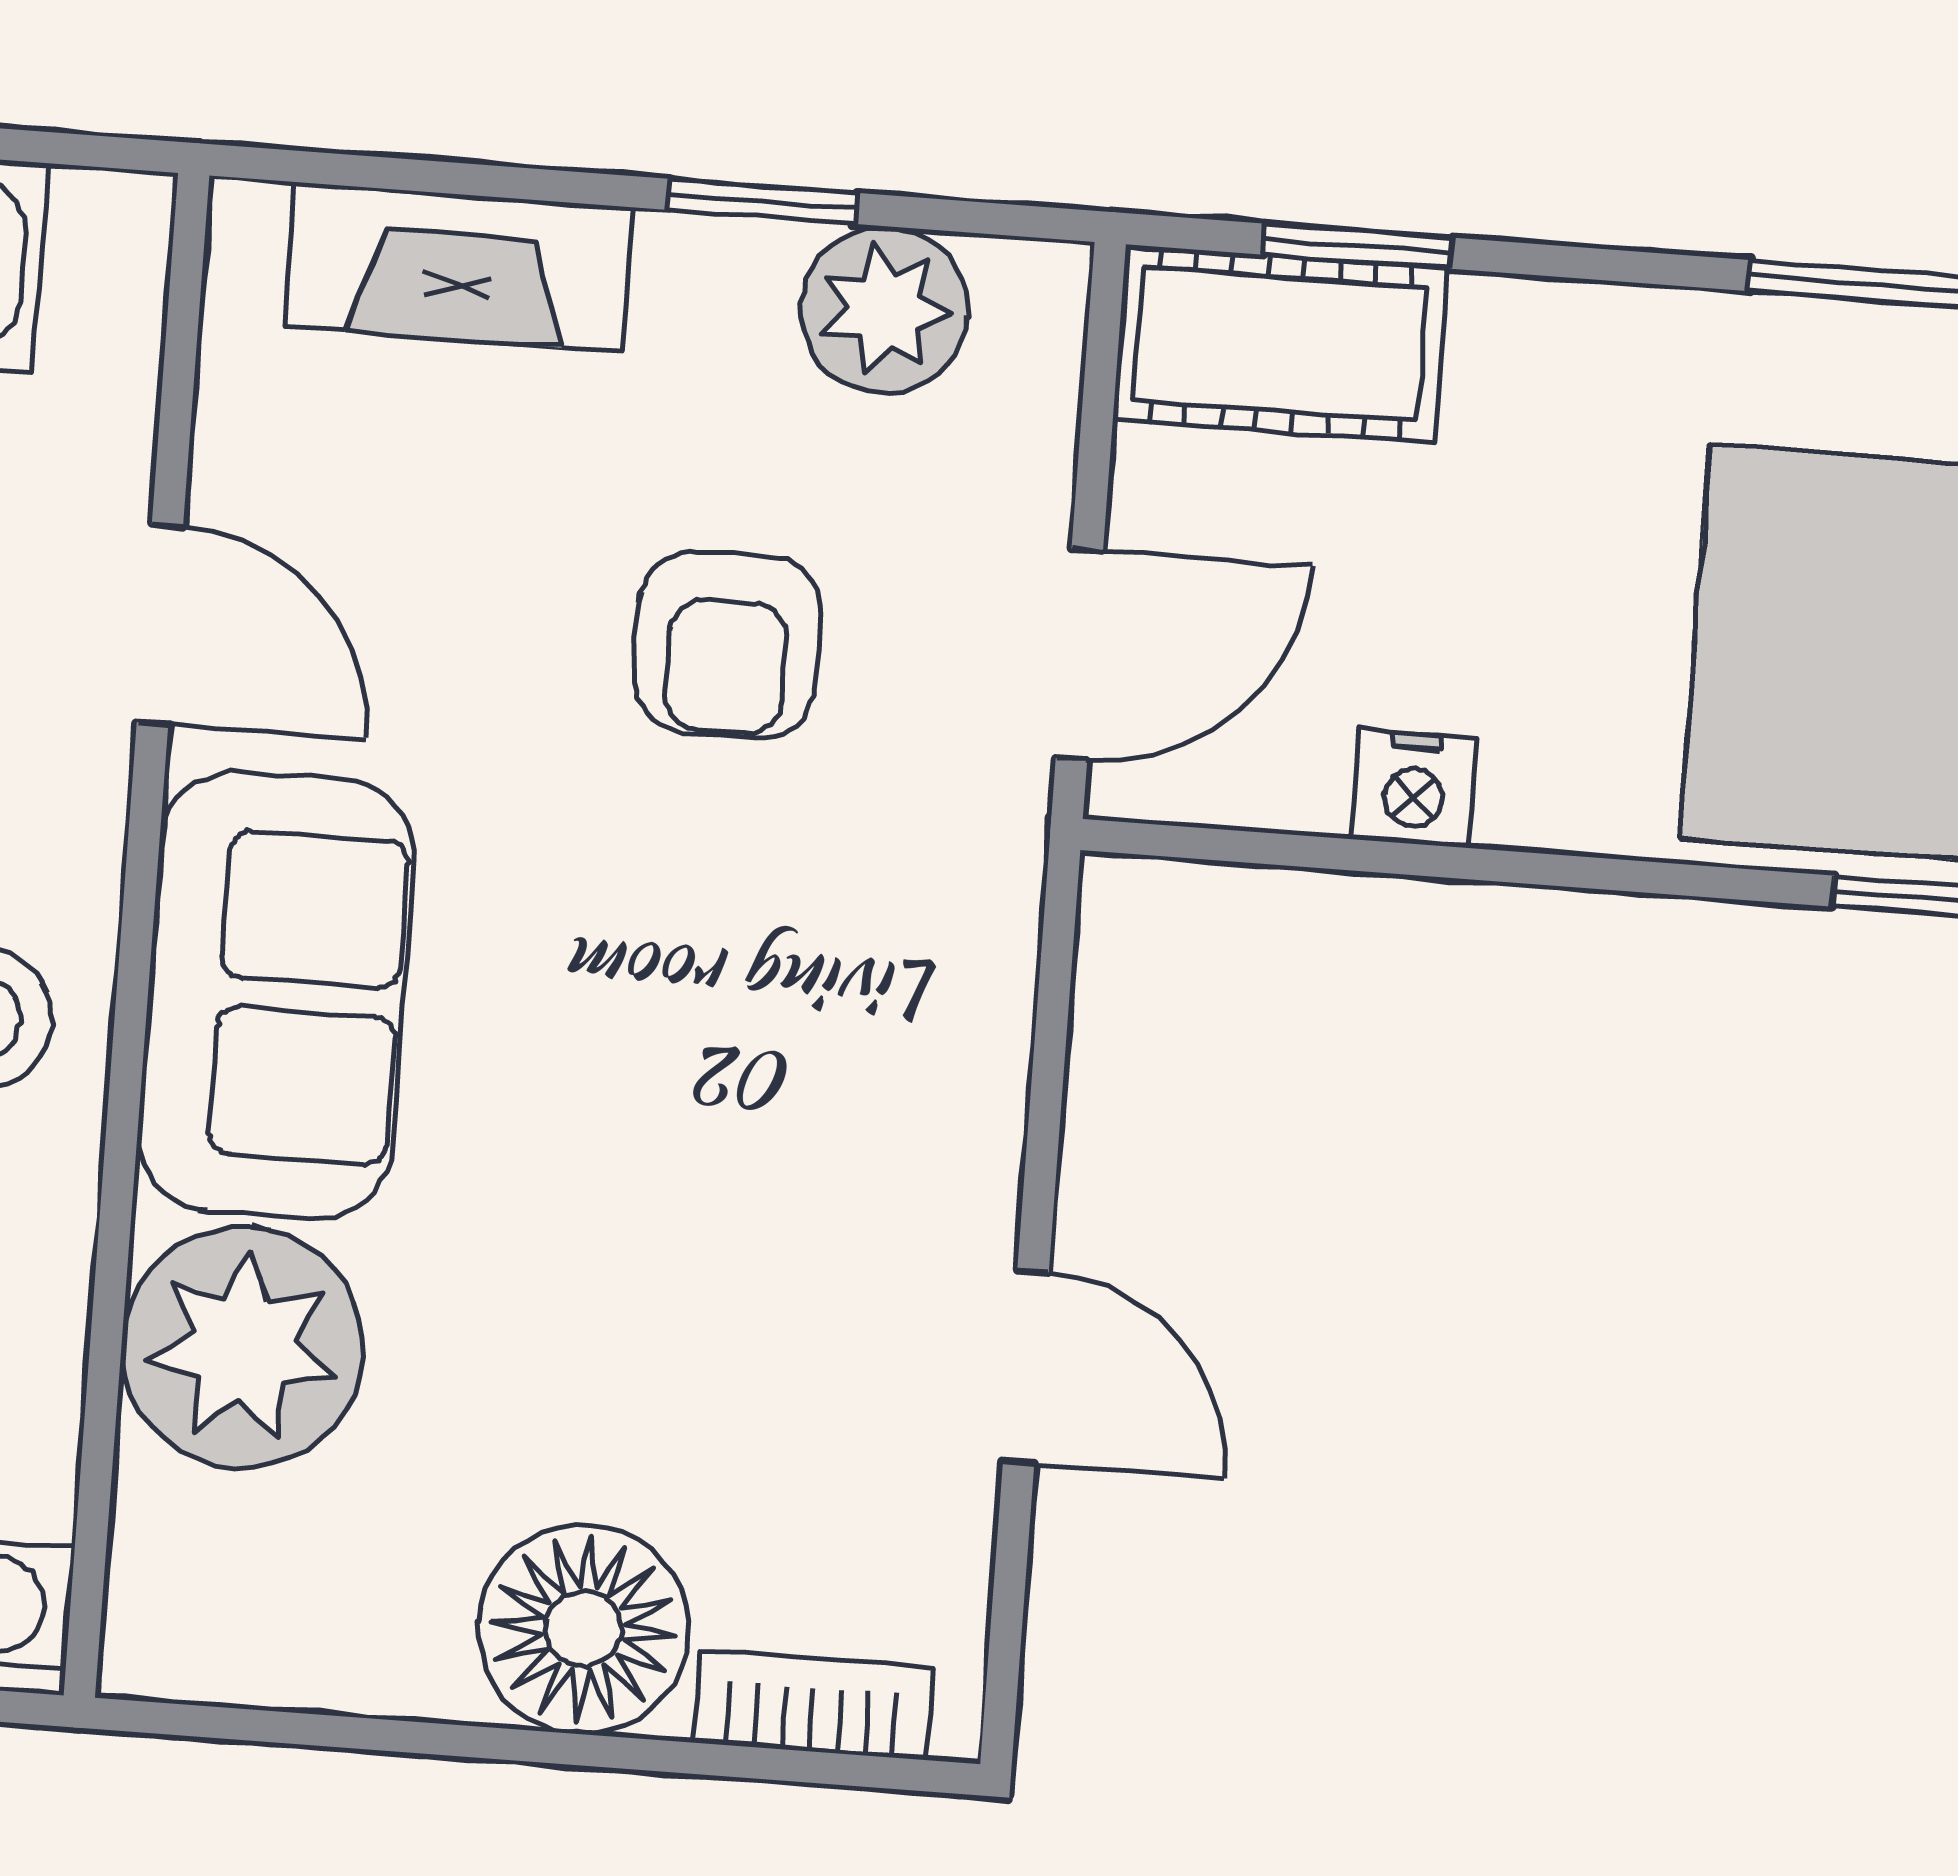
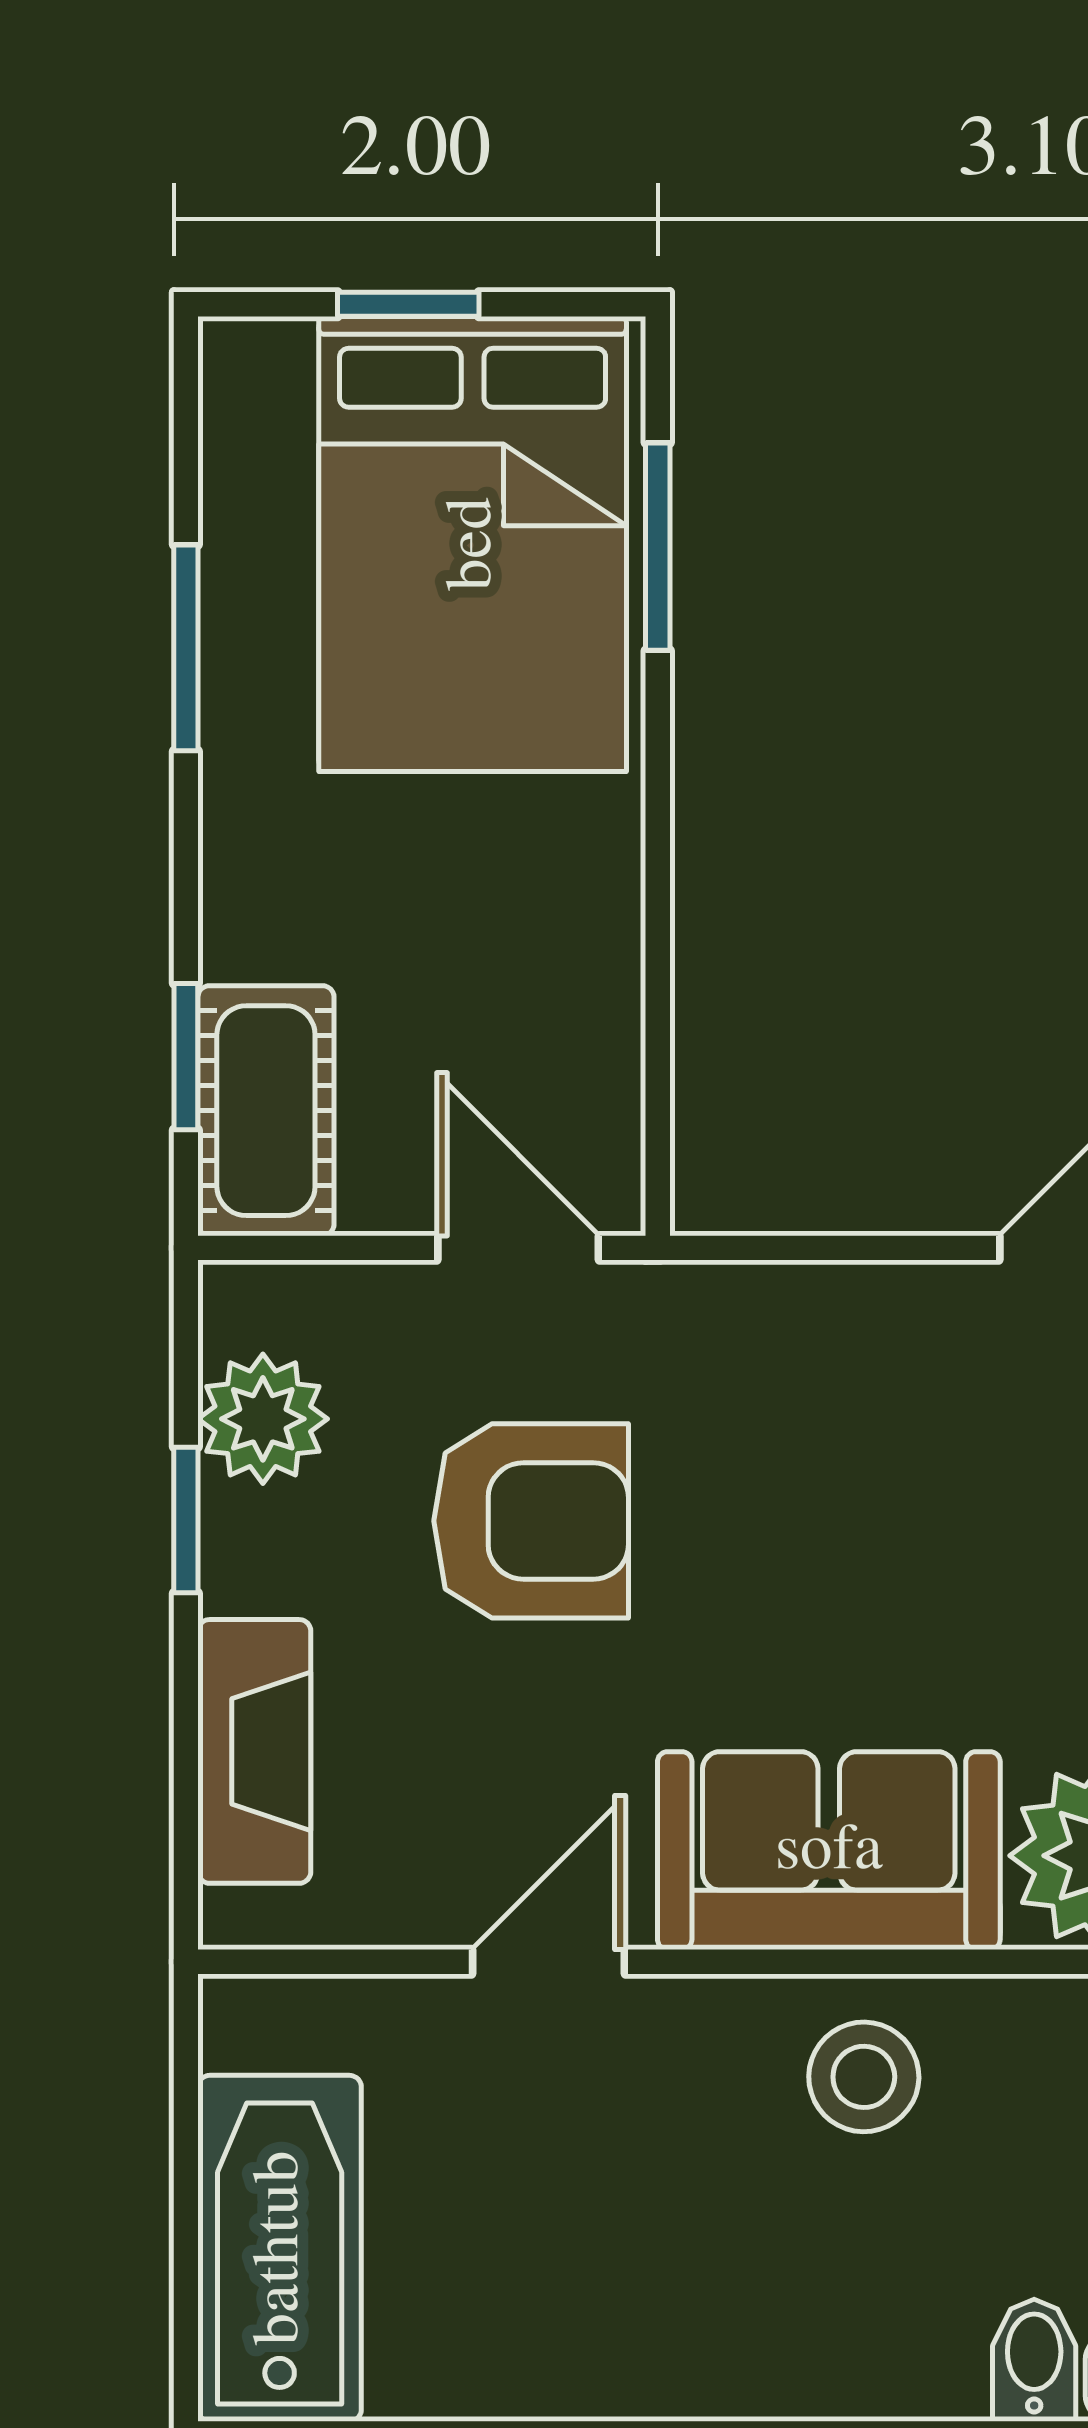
armchair: (728, 645) -> (531, 1521), width x1.38, depth x1.38
nightstand: (1414, 789) -> (603, 981), removed

